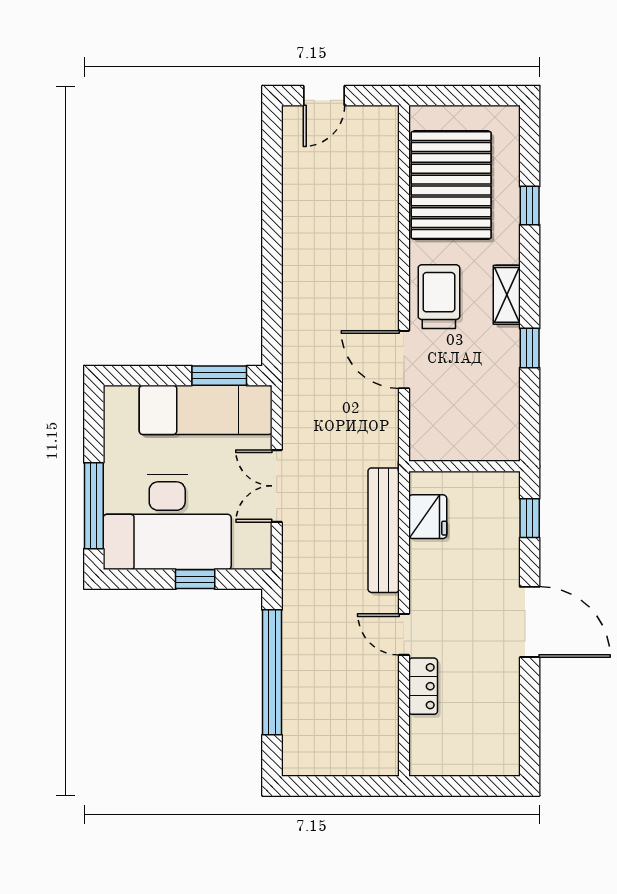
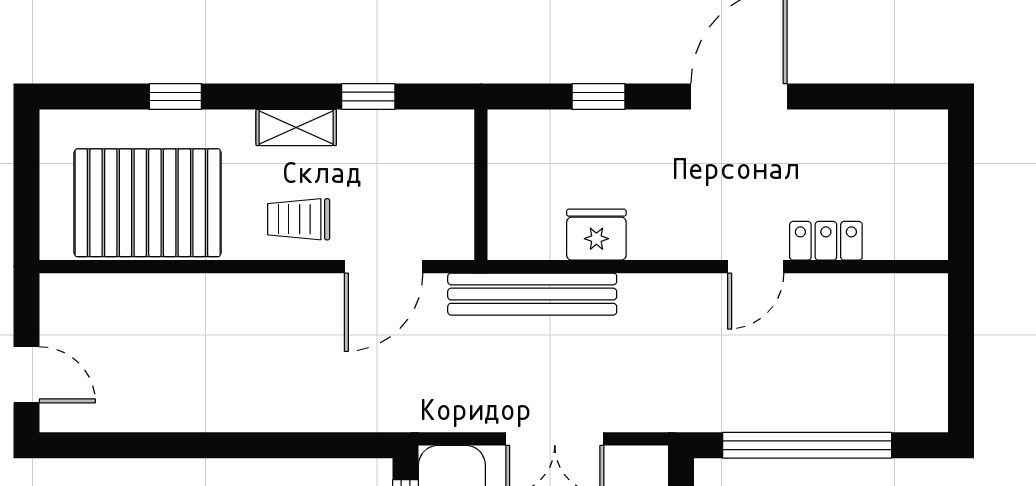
trolley: (439, 297) -> (299, 219), width x0.73, depth x0.72
wall: (464, 466) -> (481, 185), moved
bench: (384, 530) -> (532, 294), moved

